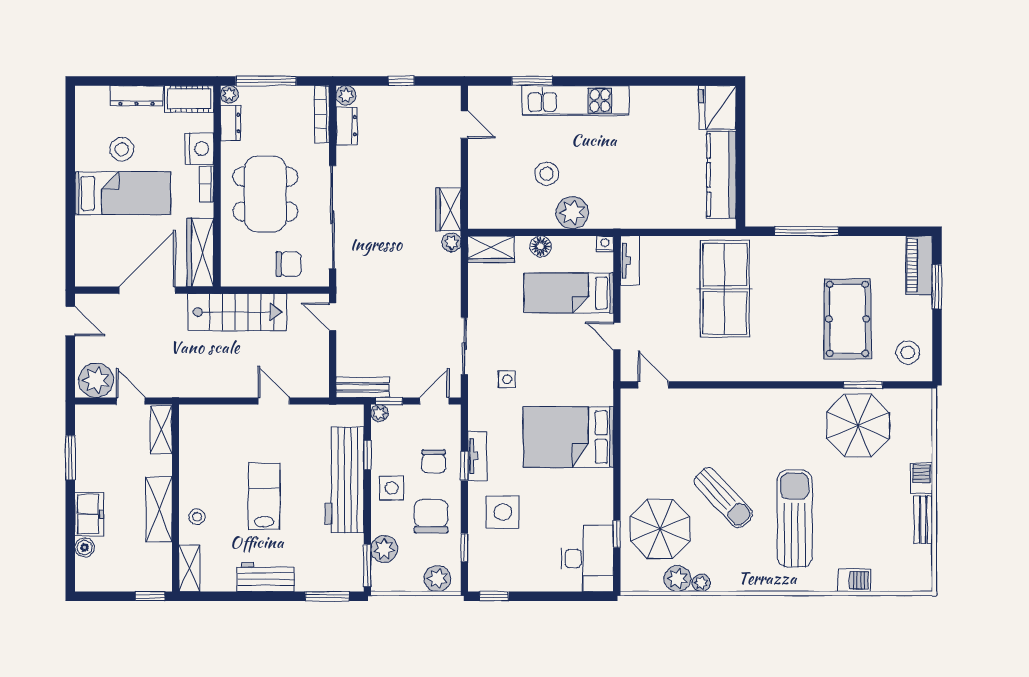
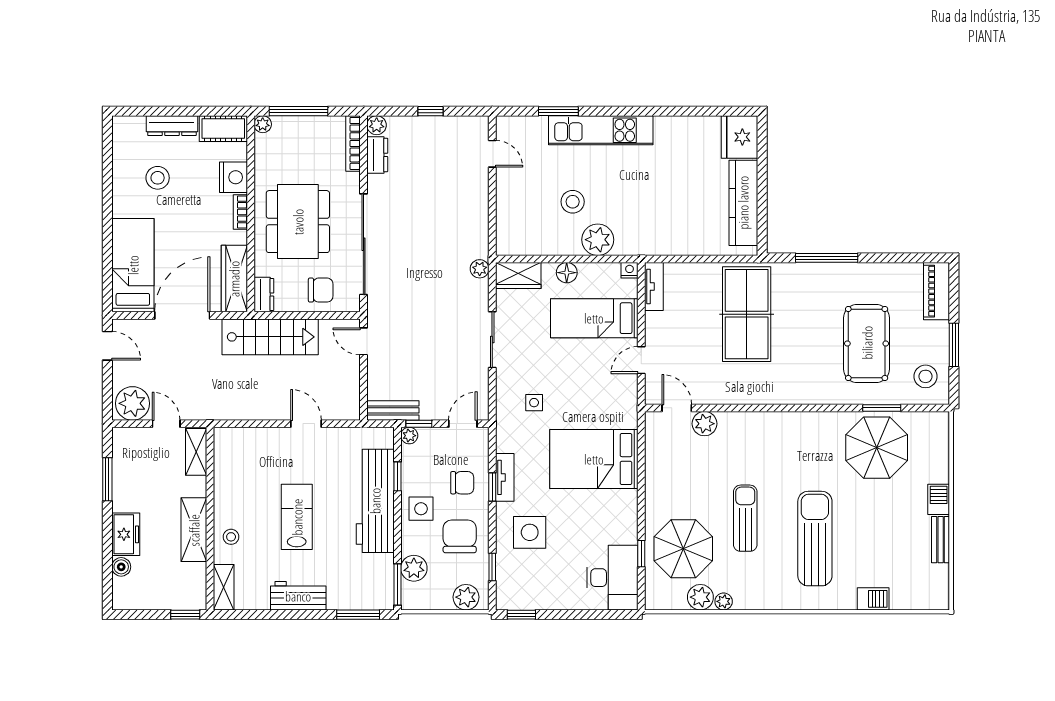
dresser: (231, 123) -> (264, 295), moved
bed: (123, 193) -> (133, 265), moved, turned -90
wardrobe: (448, 209) -> (477, 237), removed
window: (937, 287) -> (954, 345), moved
door: (617, 336) -> (641, 360), hinge flipped
sliding door: (464, 346) -> (492, 340), moved
plant: (682, 401) -> (704, 424), added
chair: (434, 461) -> (462, 483), turned -90
sun lounger: (723, 498) -> (745, 518), turned -137

